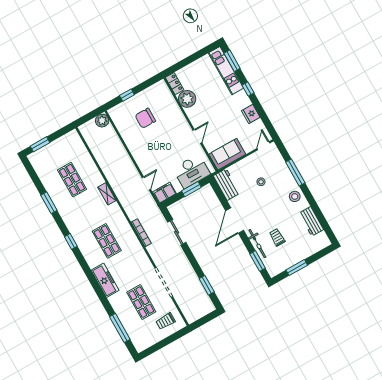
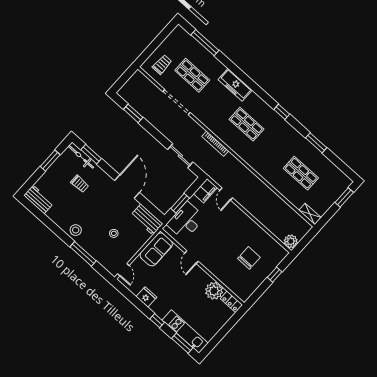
shelving: (107, 194) -> (310, 214), moved
workbench: (311, 221) -> (39, 199), moved
bicycle: (257, 244) -> (81, 157), moved

